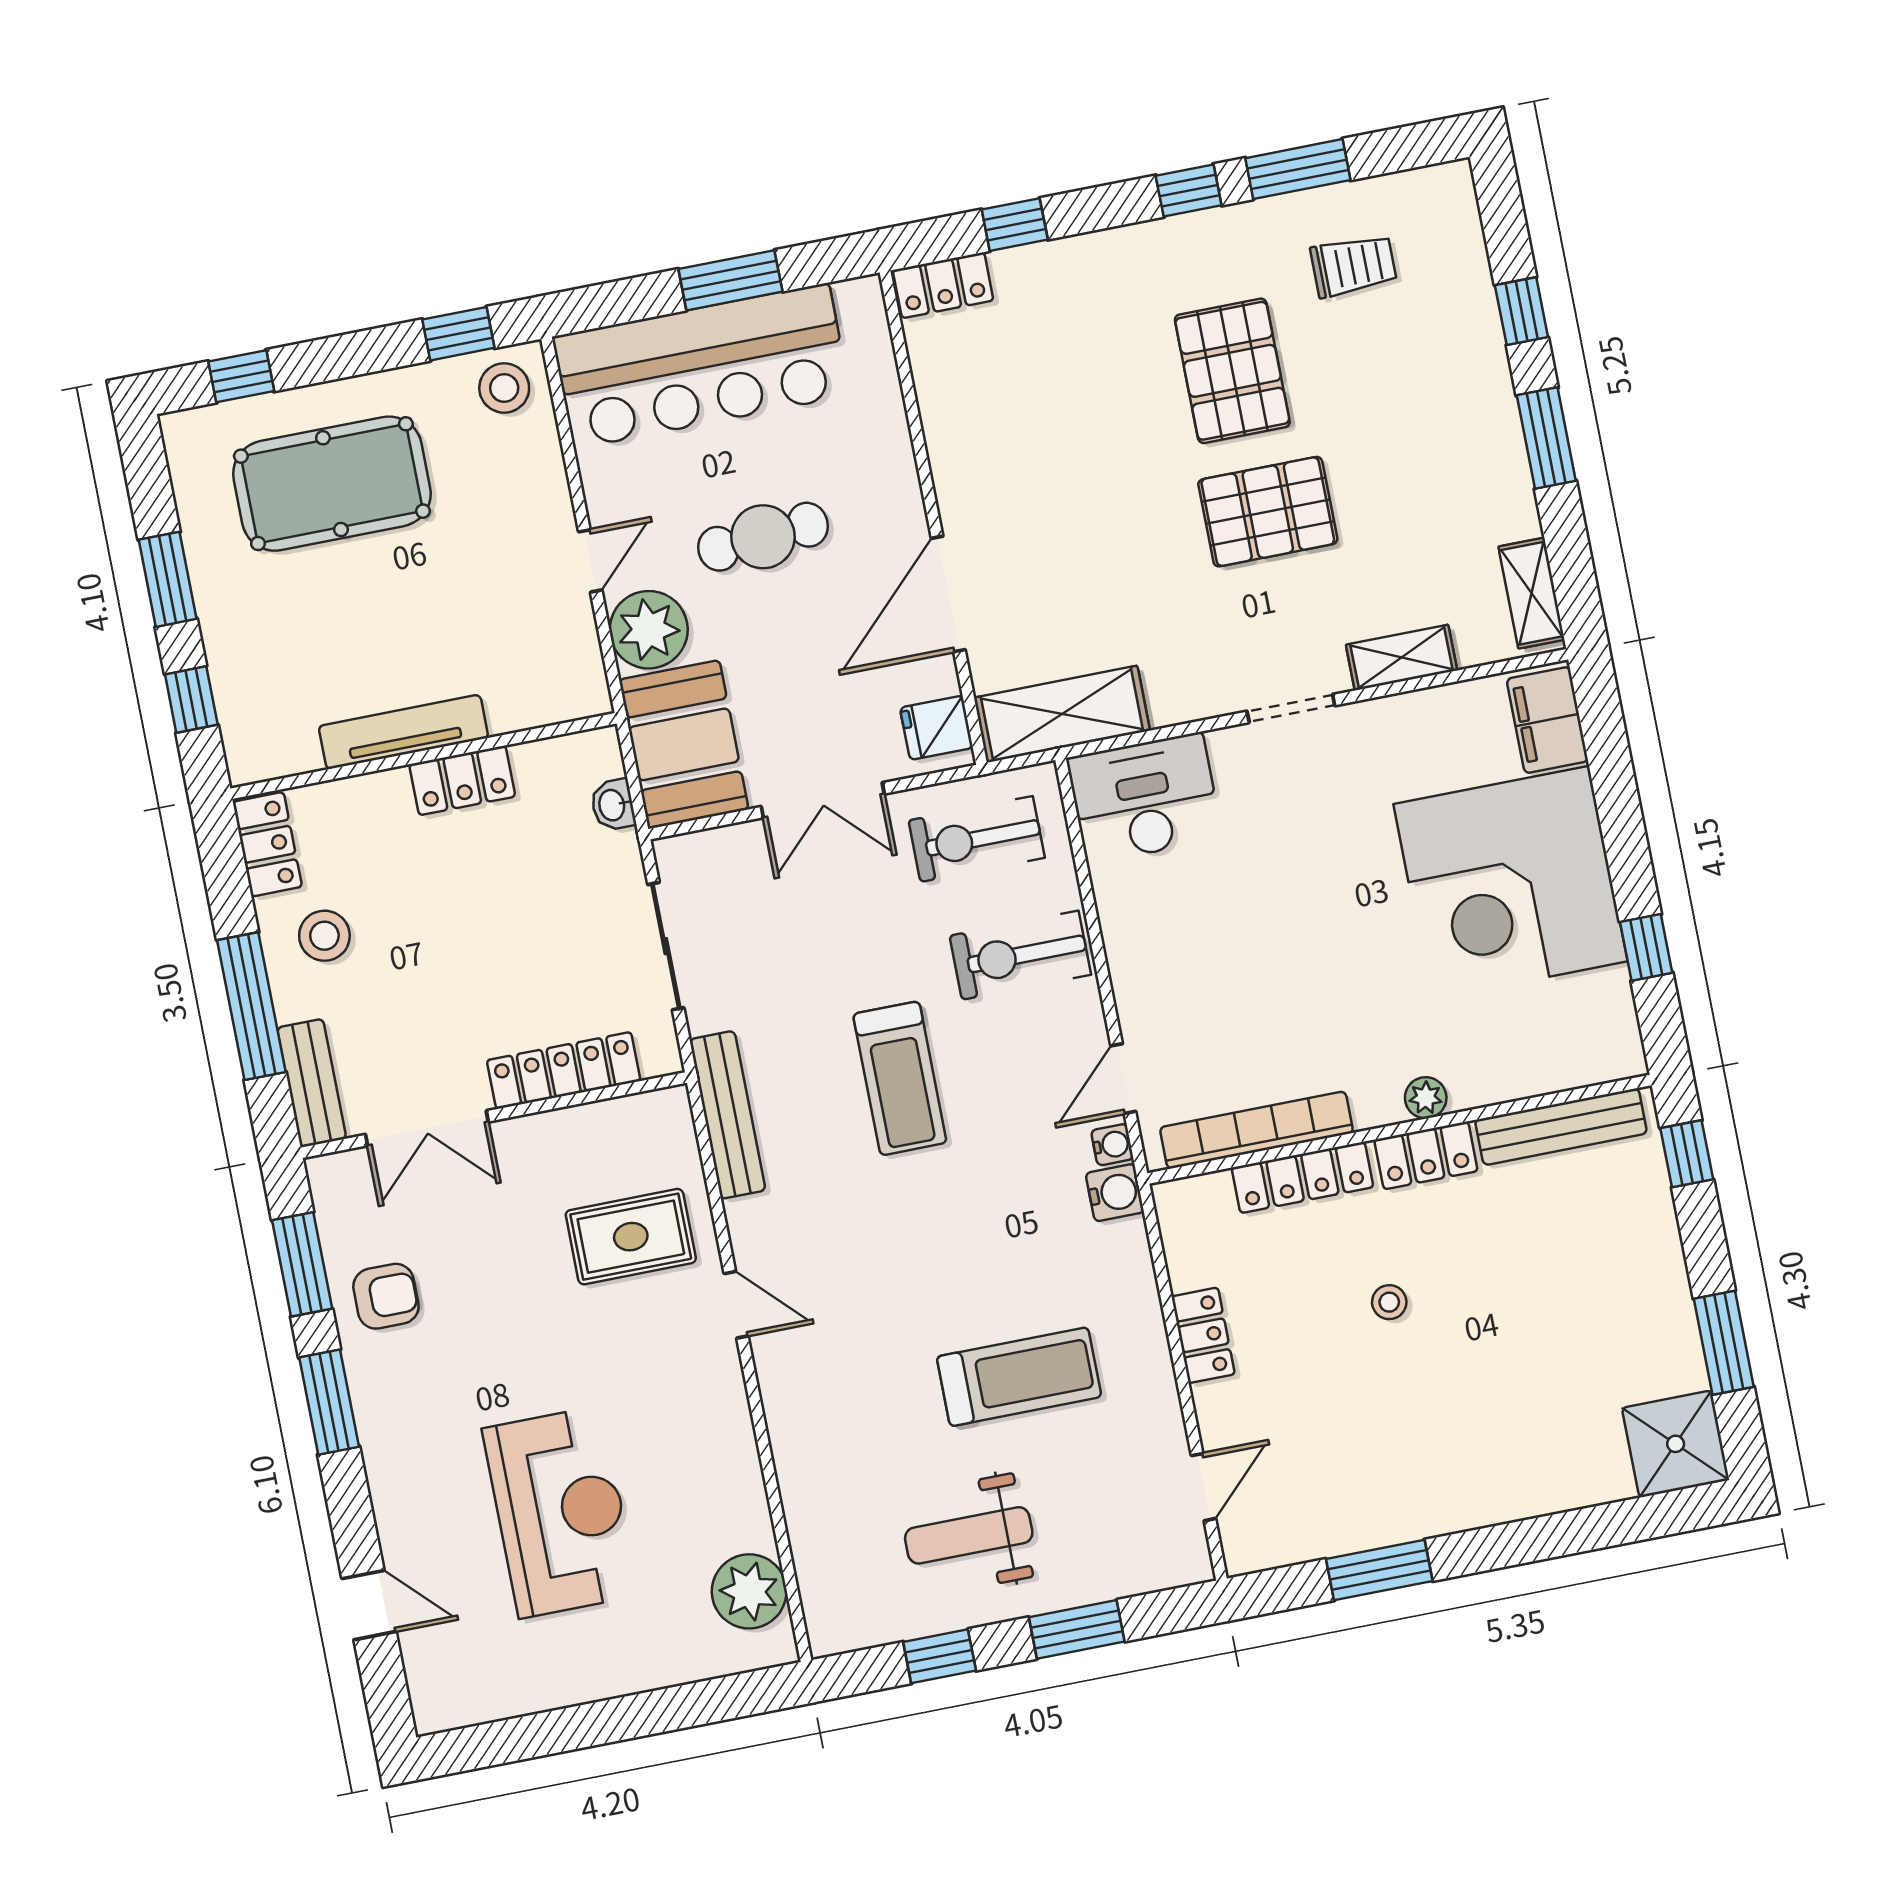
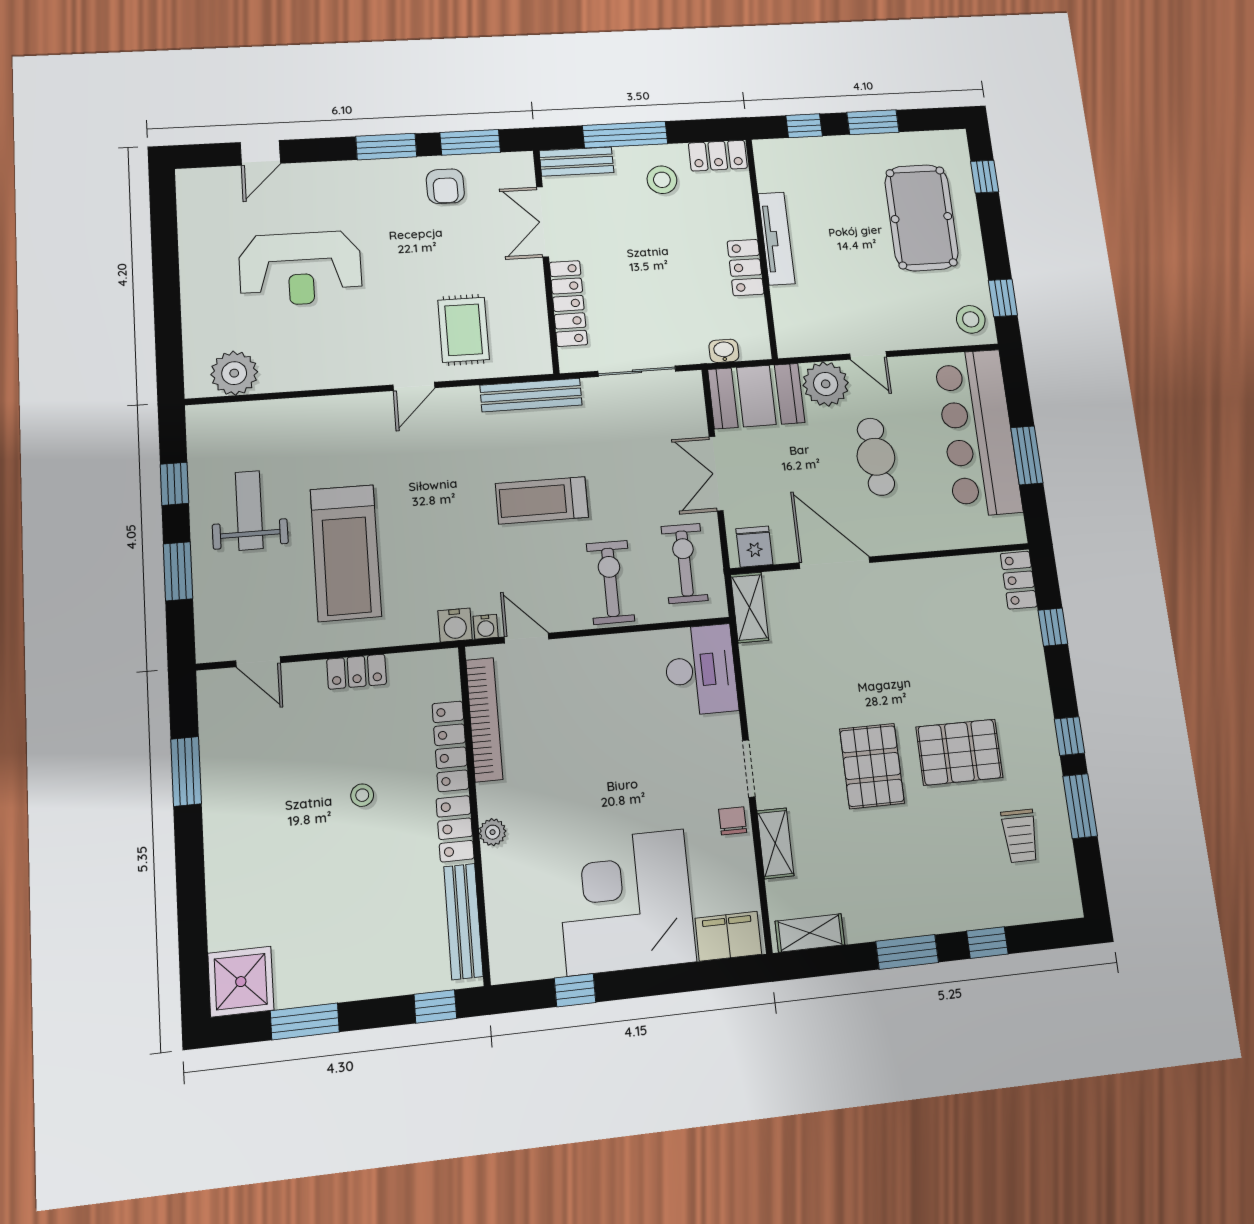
shelving: (1062, 714) -> (750, 607), width x0.67, depth x0.75
chair: (1374, 728) -> (733, 821), added
treadmill: (1019, 1377) -> (346, 553), width x1.37, depth x1.38

